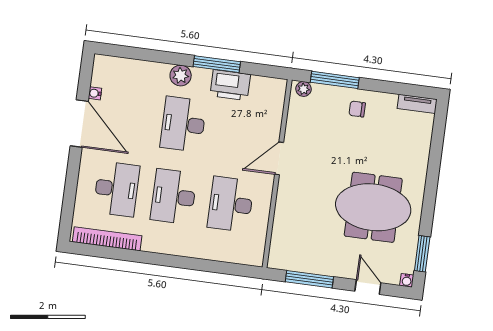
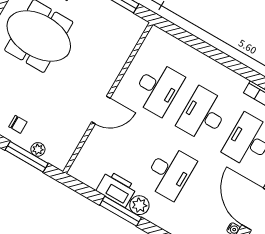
plant: (181, 76) -> (139, 205), moved
plant: (304, 89) -> (38, 149), moved
desk: (174, 197) -> (203, 115), turned 180

